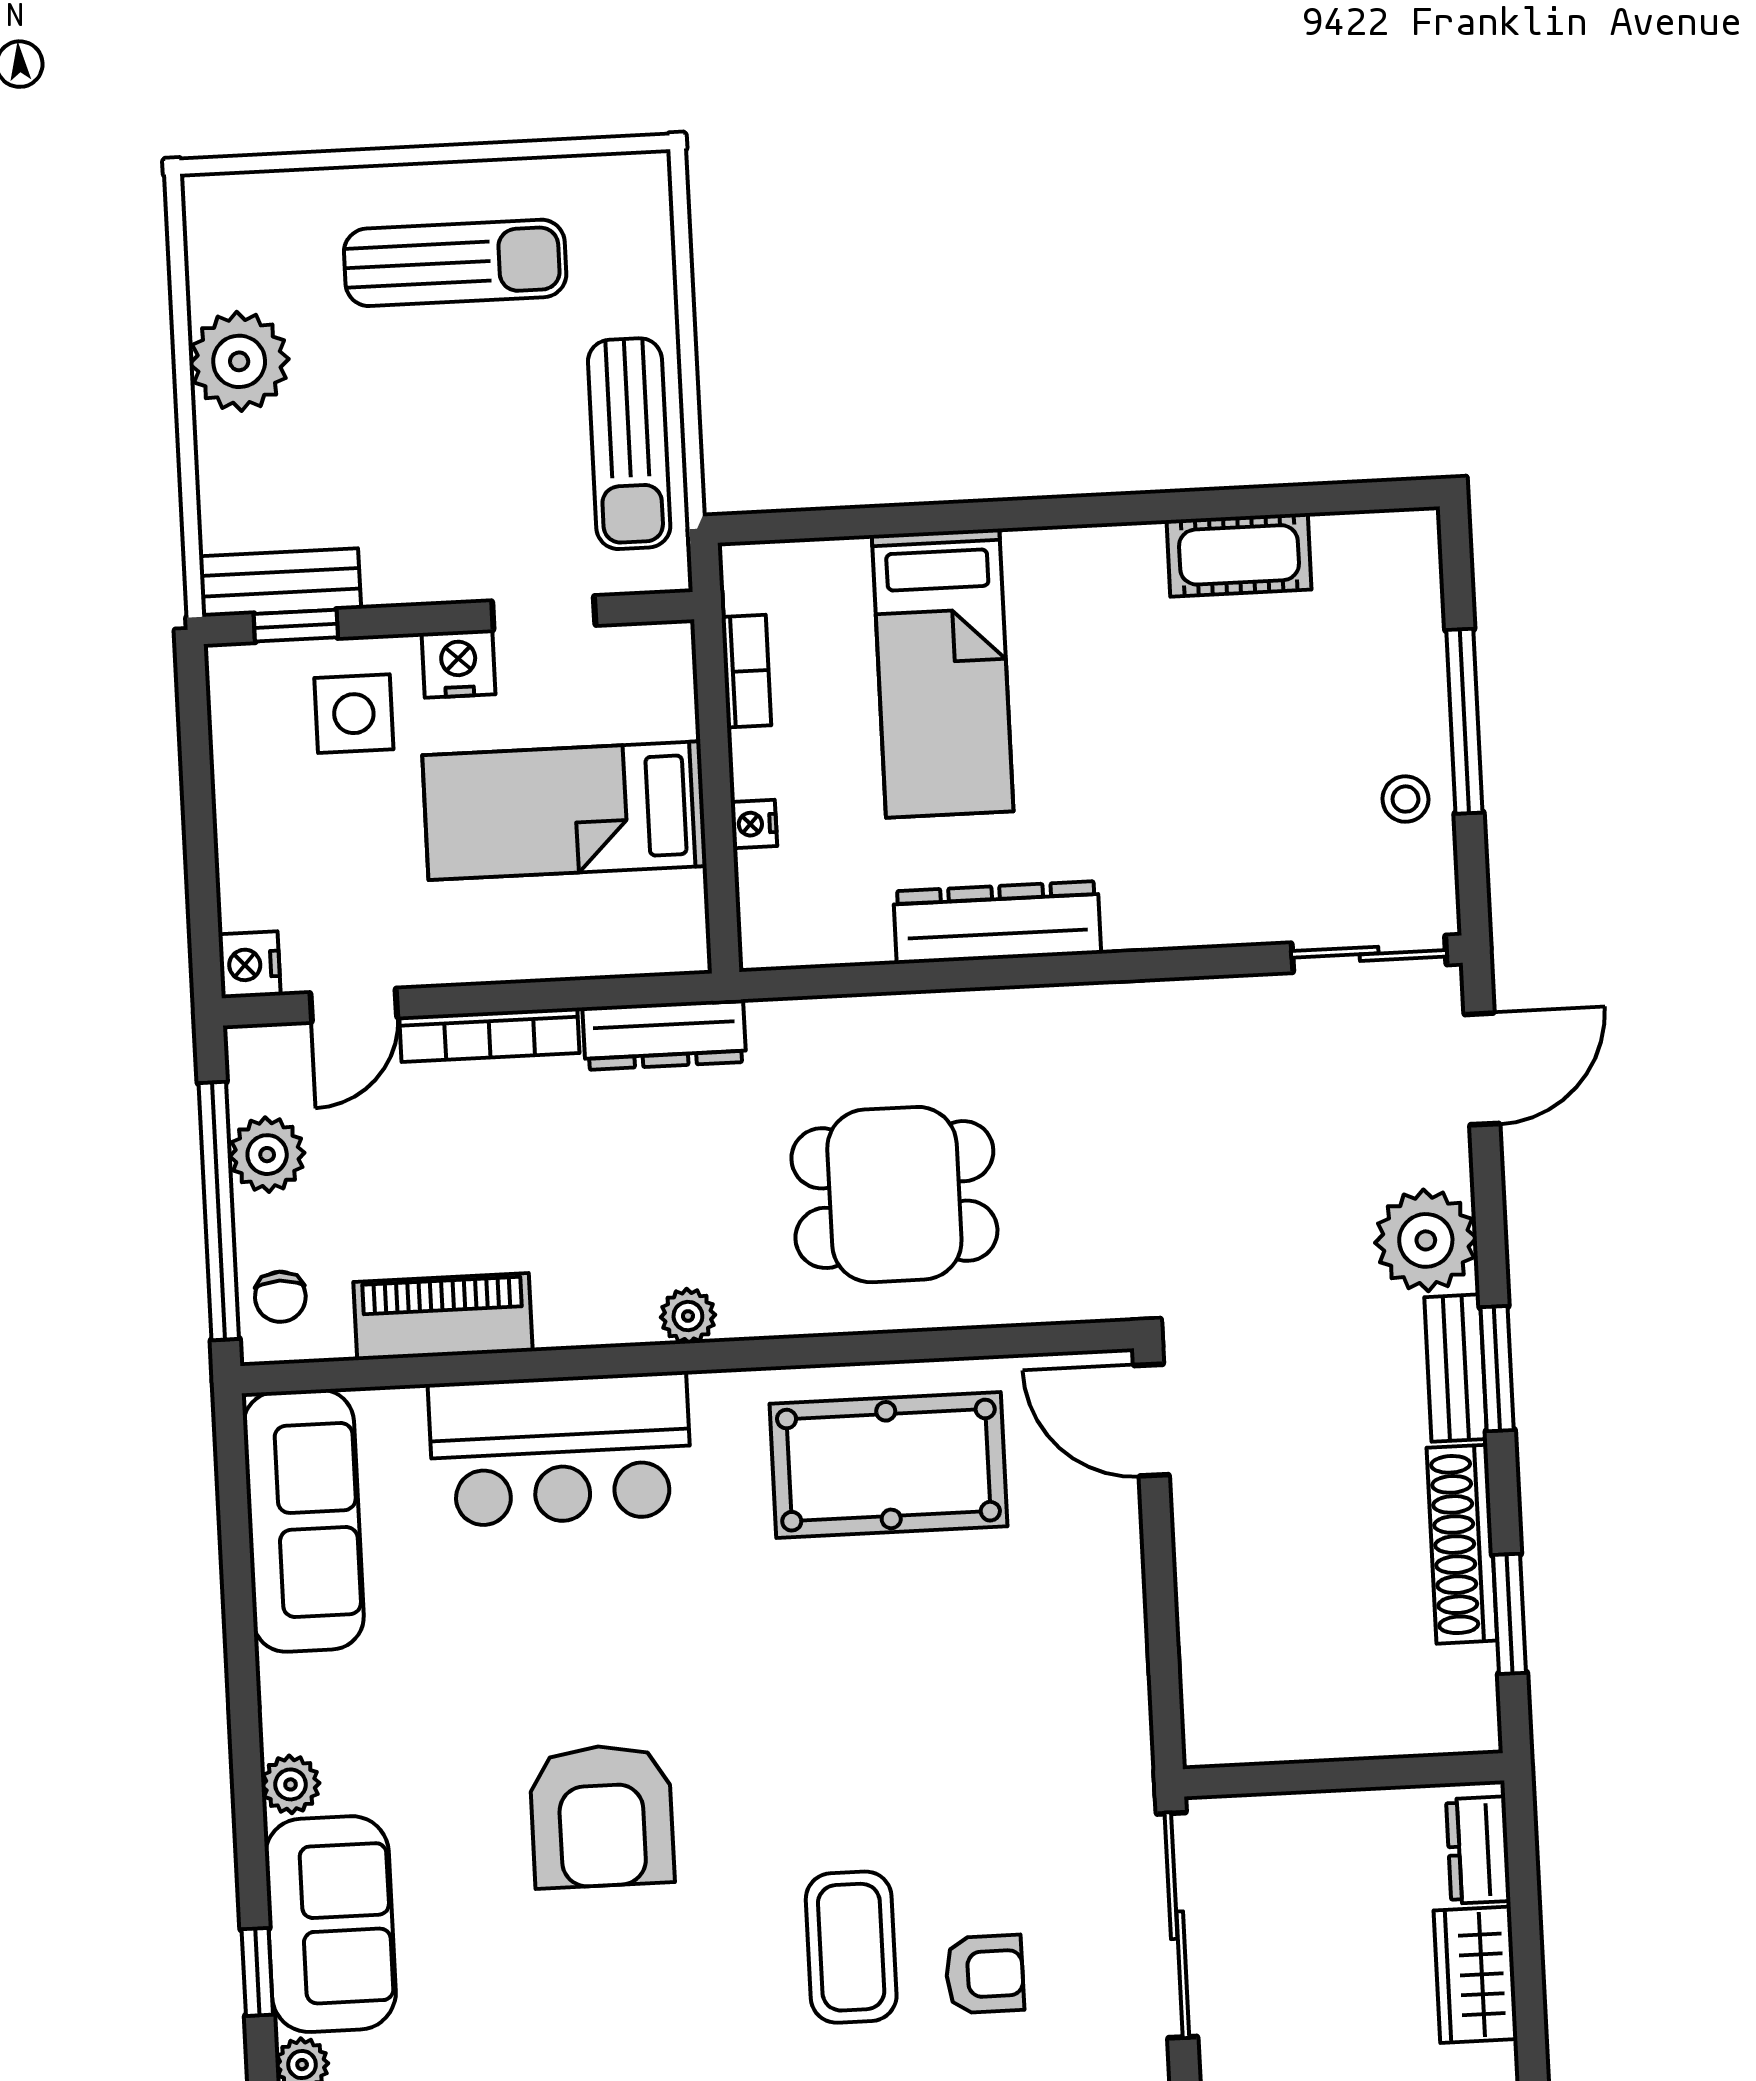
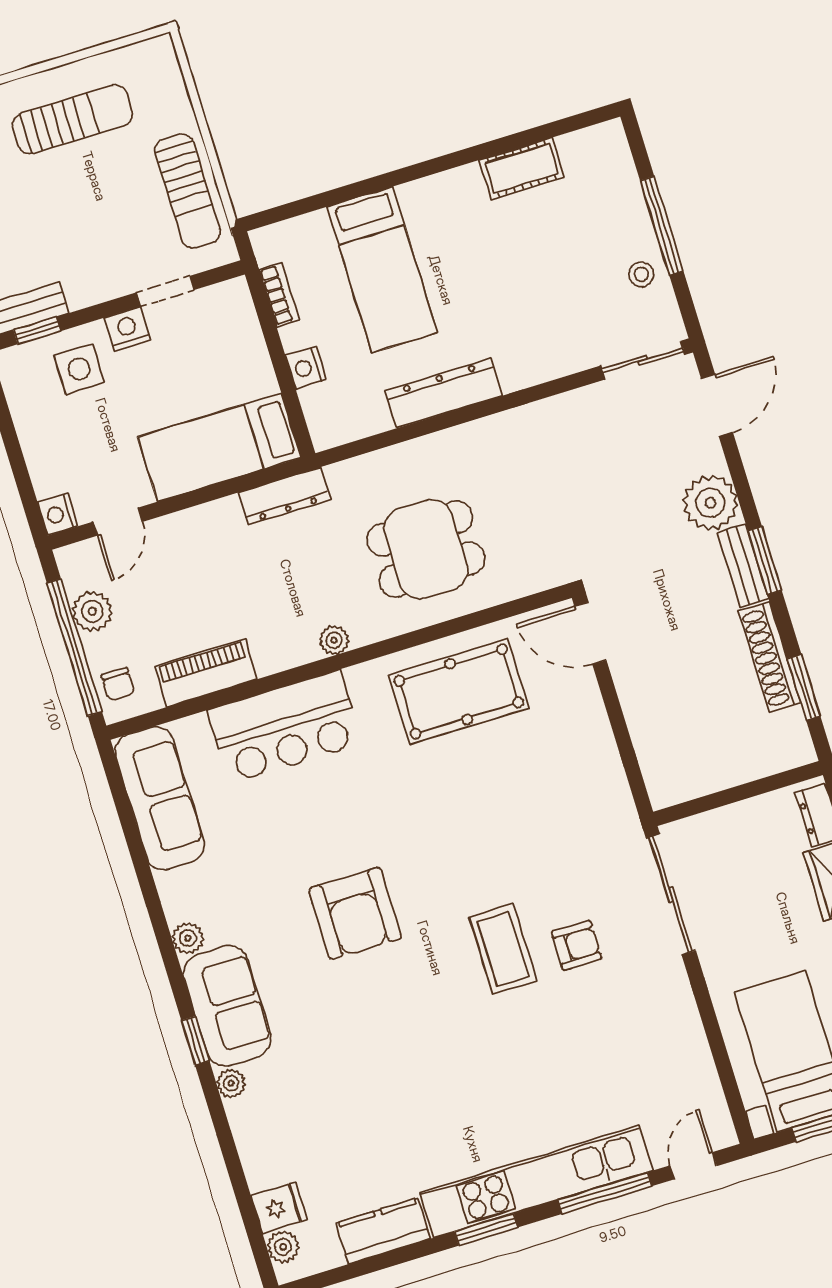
bed: (564, 811) -> (219, 447), moved
nightstand: (754, 824) -> (306, 368), width x1.39, depth x1.35
bookcase: (489, 1035) -> (193, 519), removed

